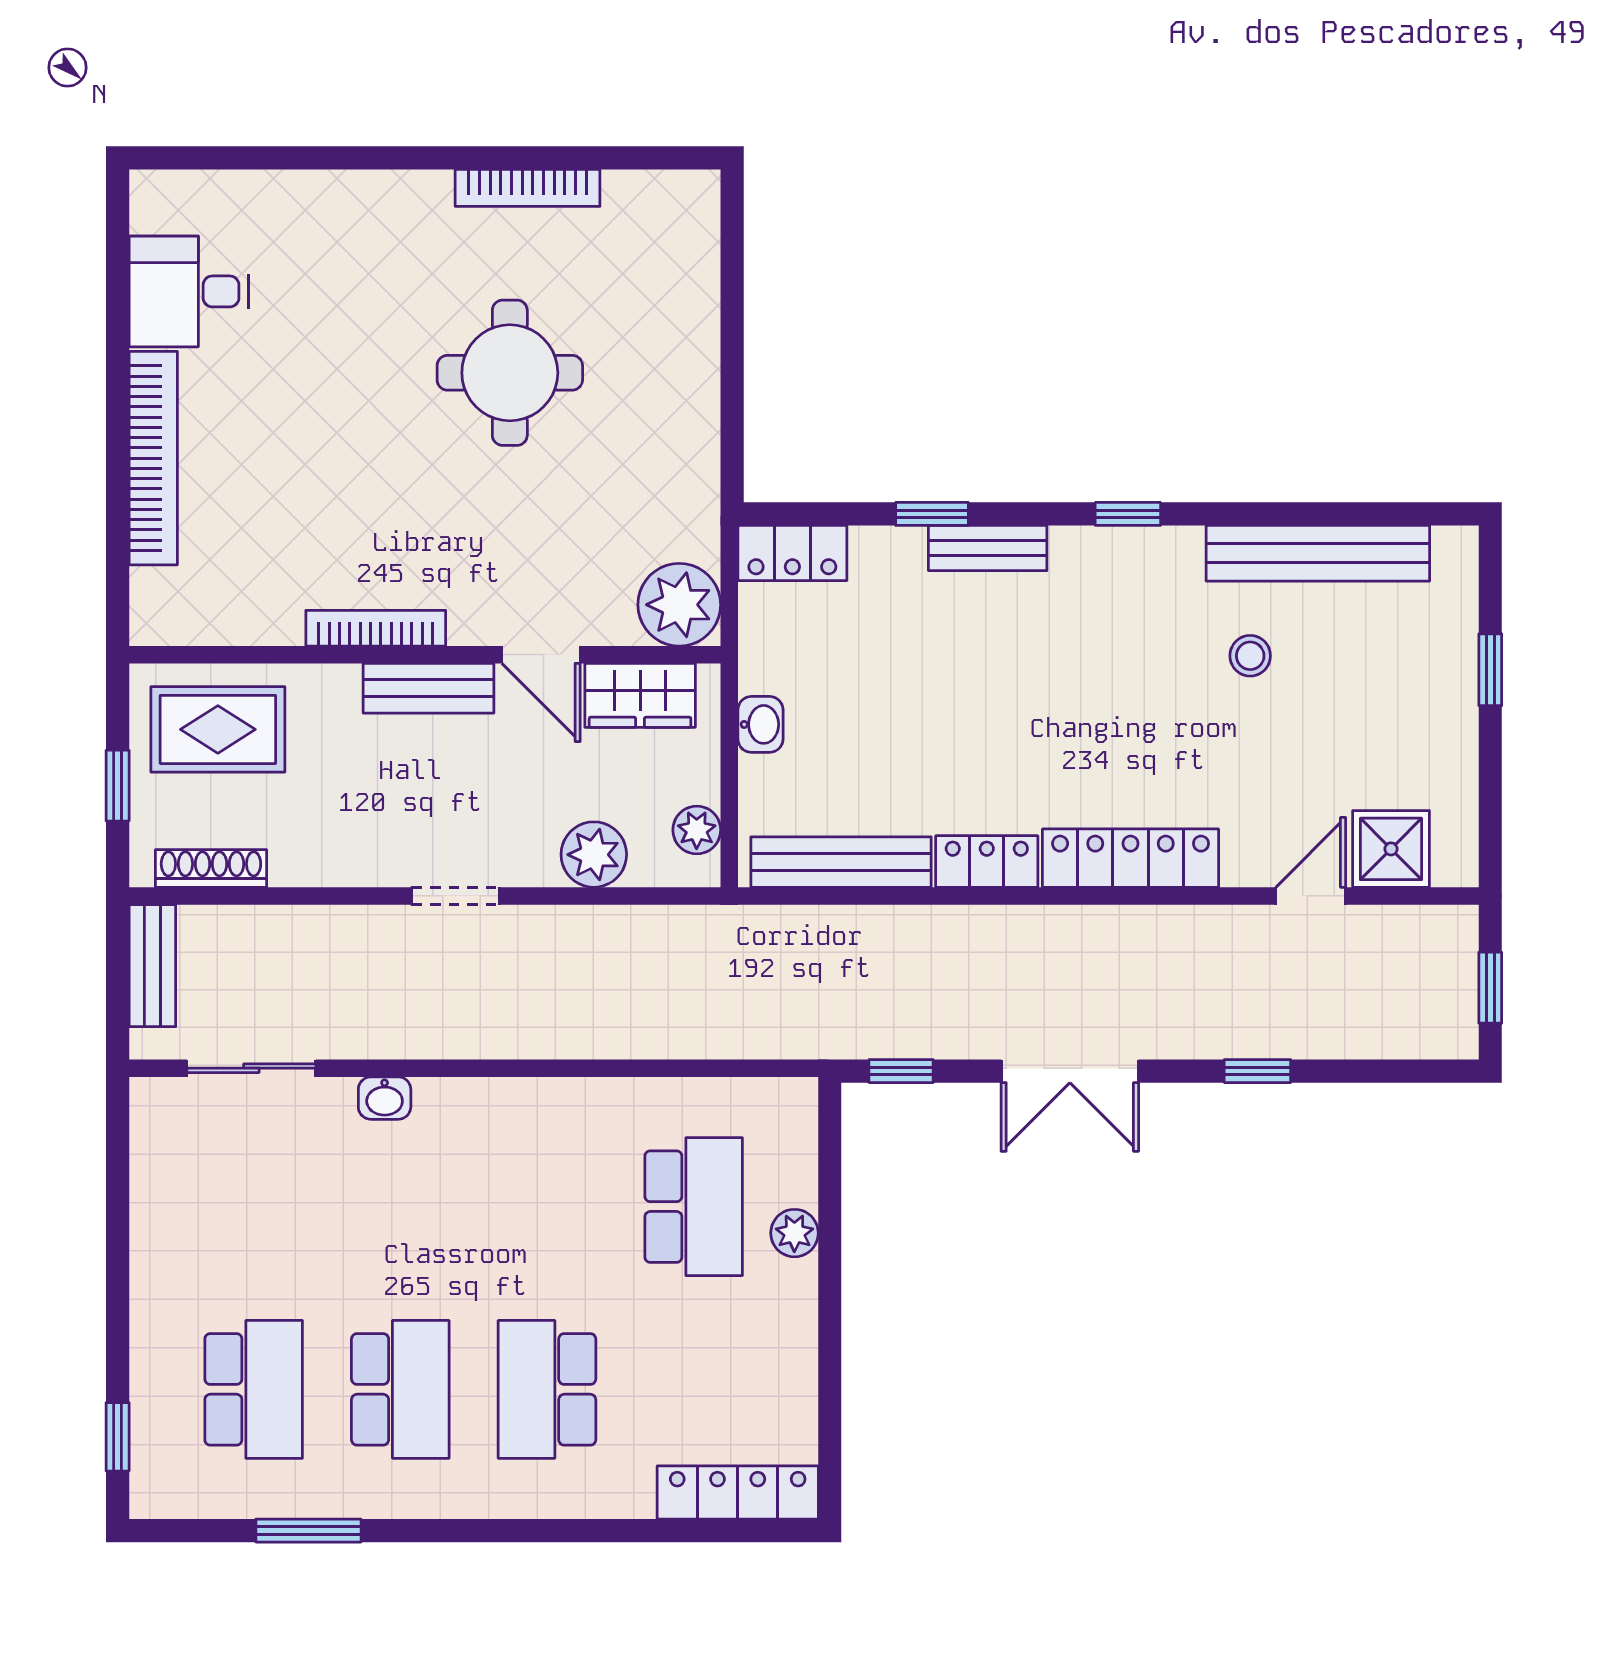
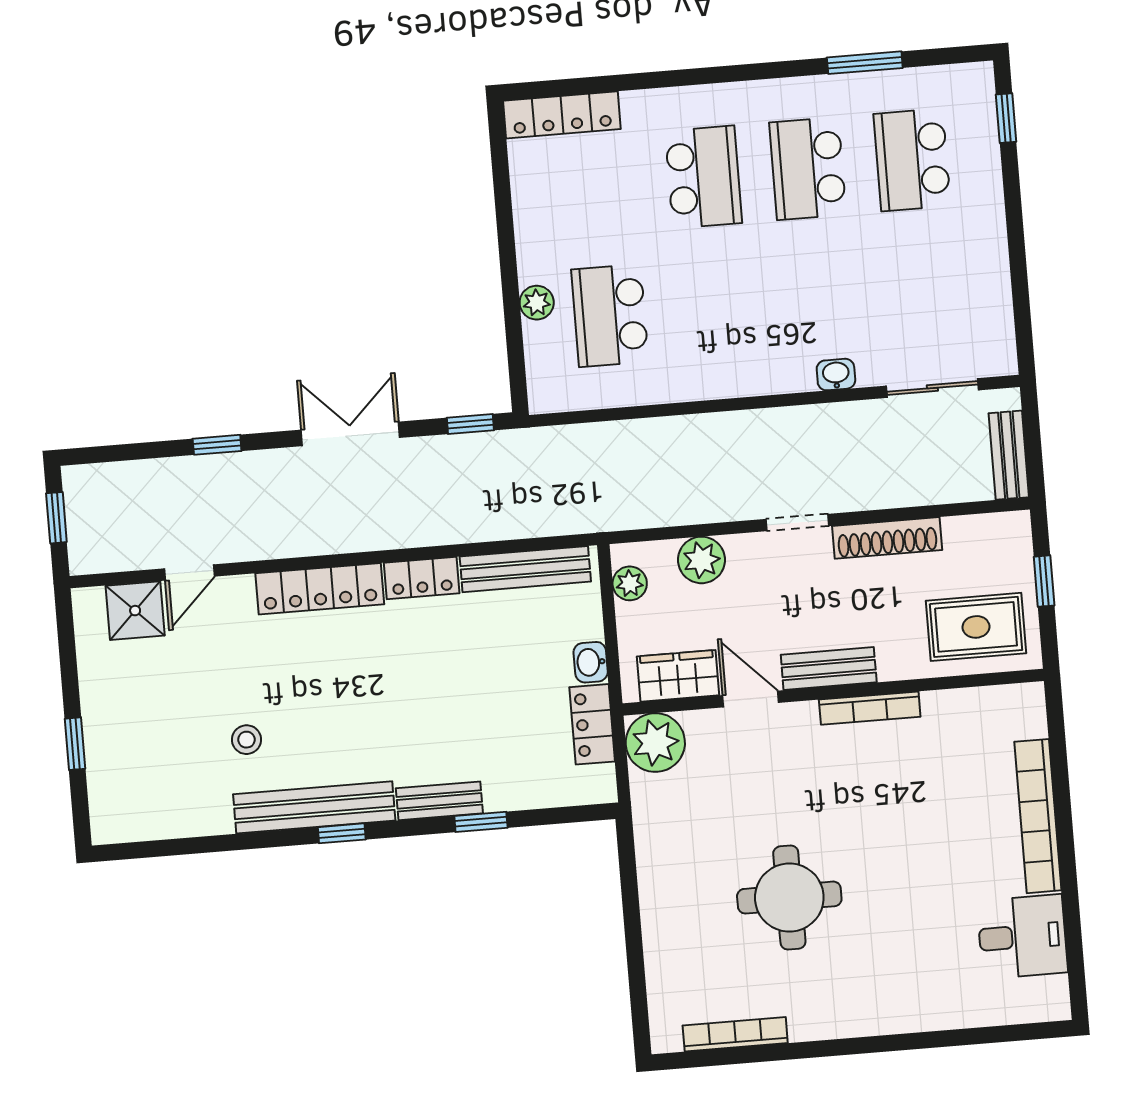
bookcase: (528, 188) -> (735, 1034), moved
locker: (792, 553) -> (592, 724), moved, turned -90
bench: (1318, 553) -> (314, 807), moved
shoe rack: (211, 868) -> (887, 538), moved, width x1.36, depth x1.24

